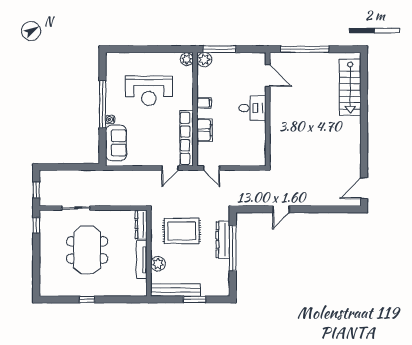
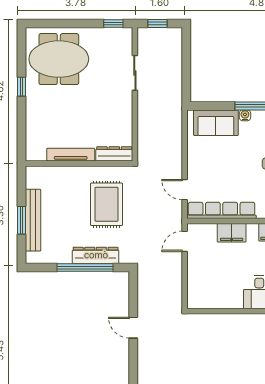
meeting table: (87, 250) -> (59, 59), moved
plant: (158, 264) -> (66, 175), removed
bench: (176, 290) -> (33, 220), moved

